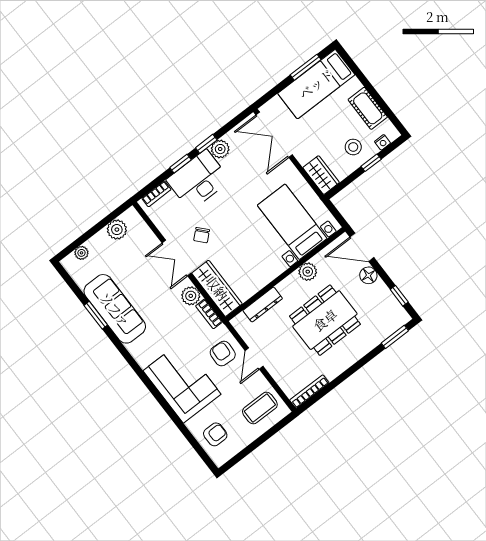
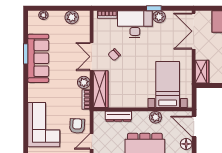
window: (180, 164) -> (132, 8), removed

